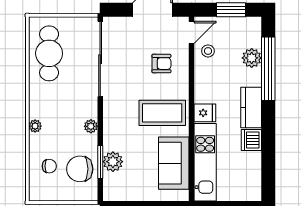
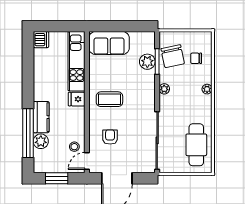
armchair: (161, 64) -> (110, 137), turned 90
kitchen counter: (251, 108) -> (41, 117), moved
coffee table: (162, 113) -> (109, 99), width x0.73, depth x0.76
dishwasher: (251, 140) -> (41, 40), moved
sofa: (174, 163) -> (109, 43), moved, turned 90
chair: (80, 169) -> (173, 56), turned 78

